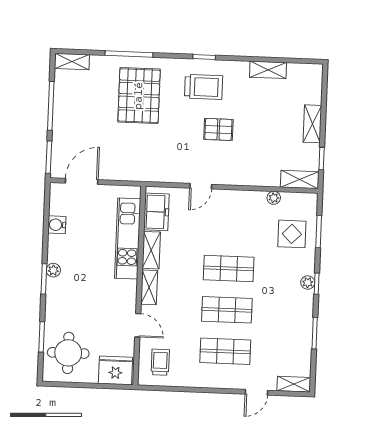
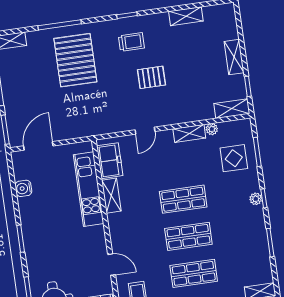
trolley: (204, 87) -> (131, 42), width x0.73, depth x0.72
plant: (53, 270) -> (28, 229), removed
shelving: (149, 287) -> (189, 133), moved, turned 90

